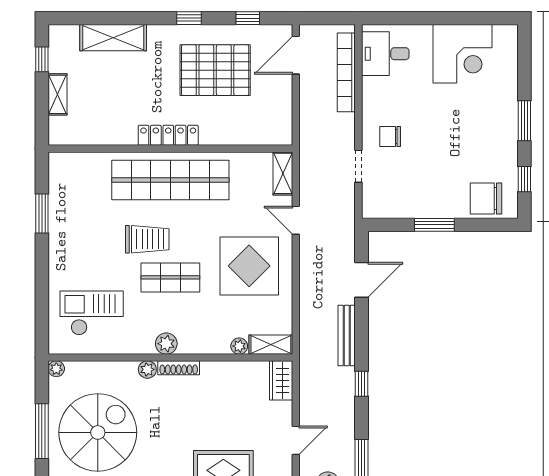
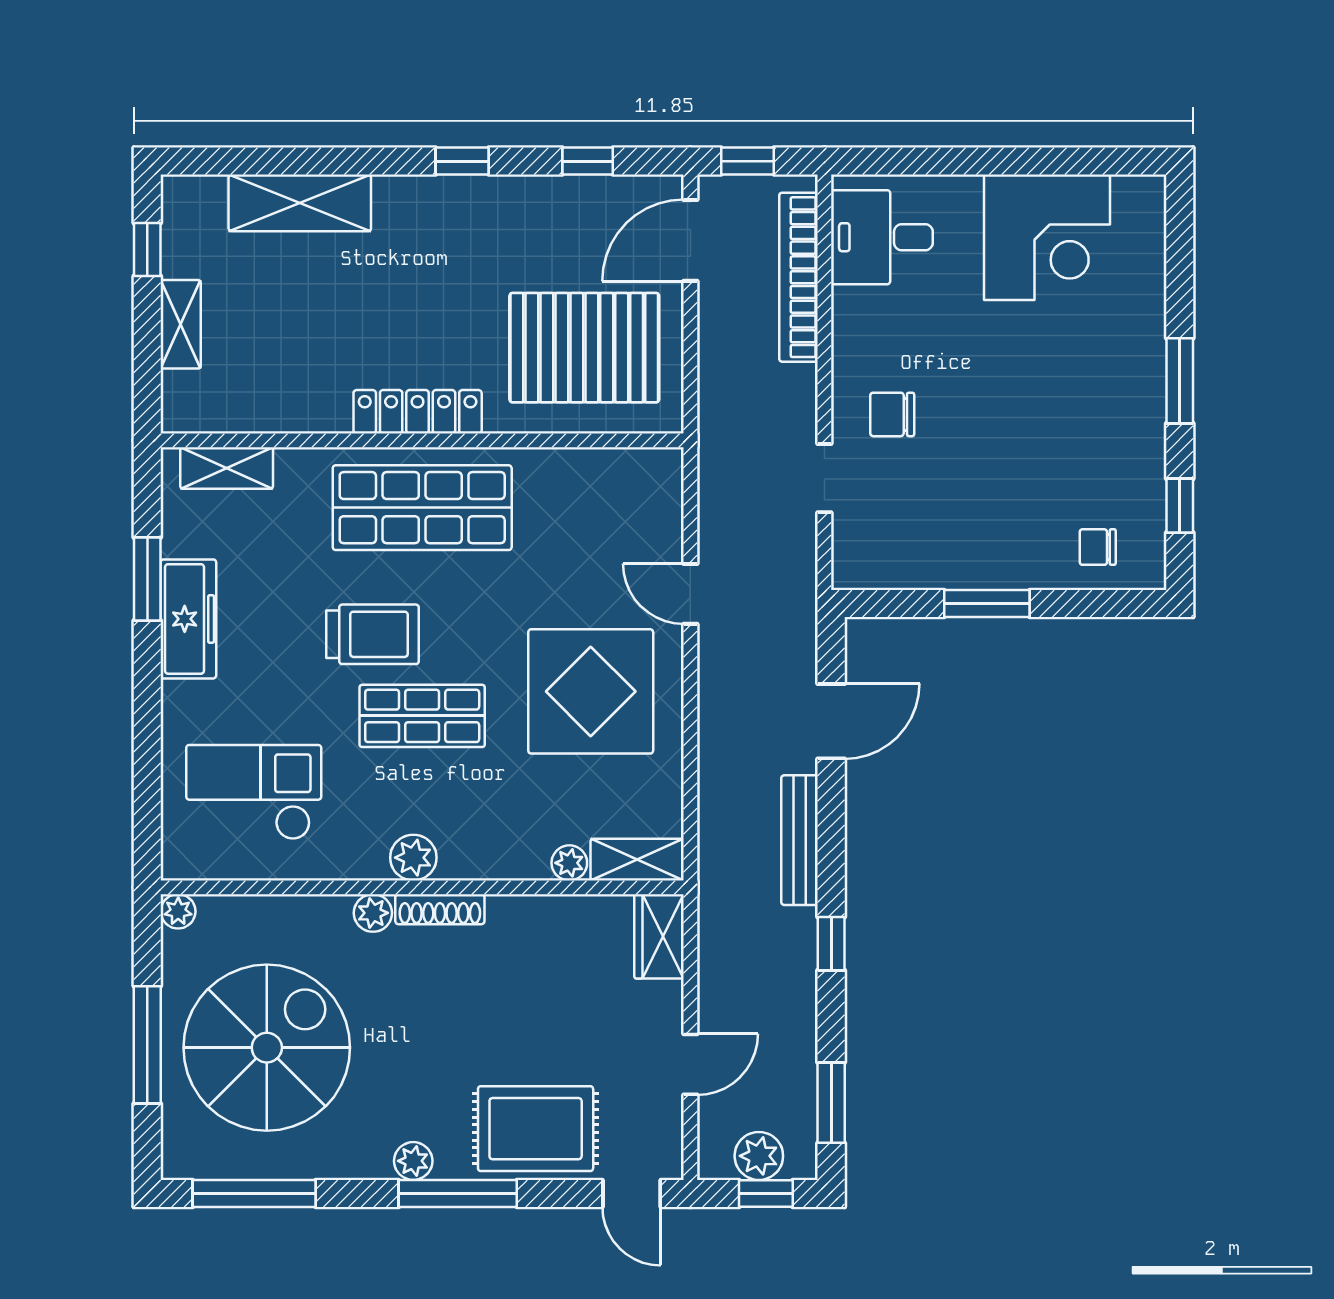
window: (322, 18) -> (748, 161), added
pallet: (215, 70) -> (584, 348), moved
shelving: (283, 173) -> (227, 468), moved, turned 90
shop shelf: (170, 180) -> (422, 508), width x0.71
chair: (486, 198) -> (1098, 547), width x0.54, depth x0.54
freezer: (61, 232) -> (188, 619), added

